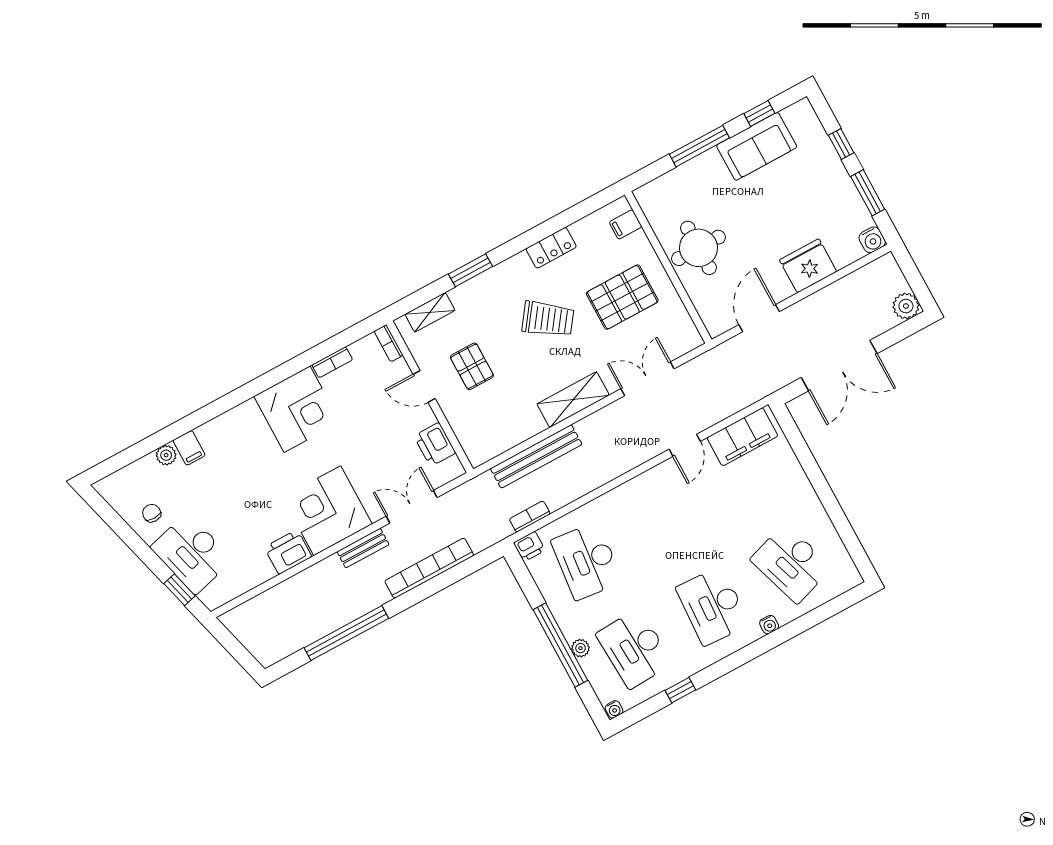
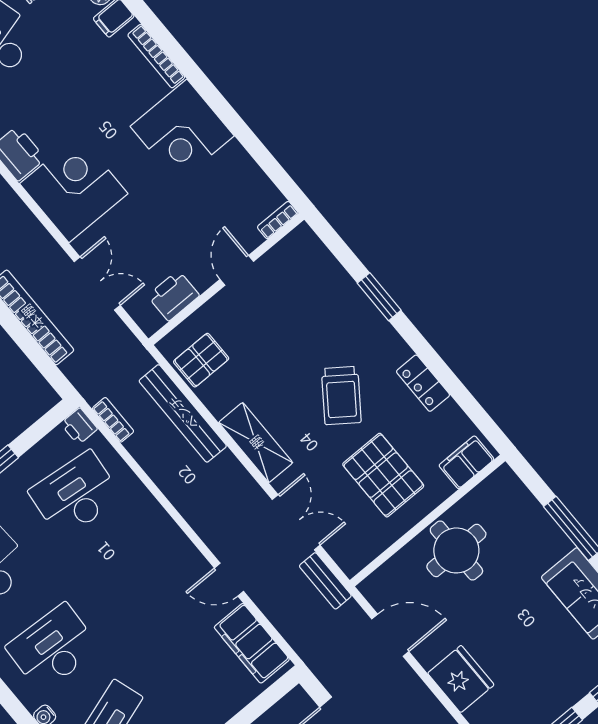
filing cabinet: (626, 224) -> (466, 462), width x2.00
shelving: (430, 312) -> (322, 260), removed
bookcase: (332, 362) -> (156, 56), moved, width x1.56
pallet: (472, 366) -> (201, 360), moved
bench: (363, 548) -> (325, 581), moved

